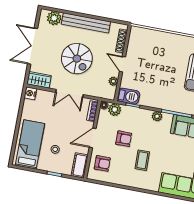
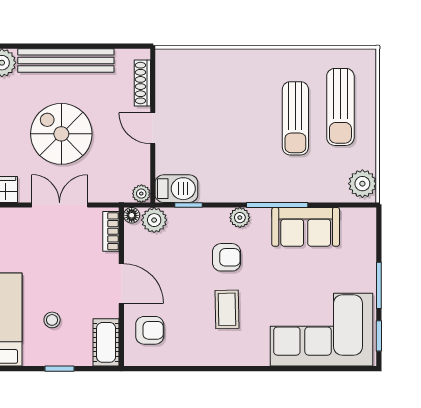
spiral stairs: (77, 59) -> (61, 134), turned 180
plant: (113, 81) -> (141, 194), moved
double door: (69, 93) -> (60, 205), swing flipped
door: (93, 138) -> (121, 284), swing flipped
armchair: (124, 139) -> (227, 257), moved

